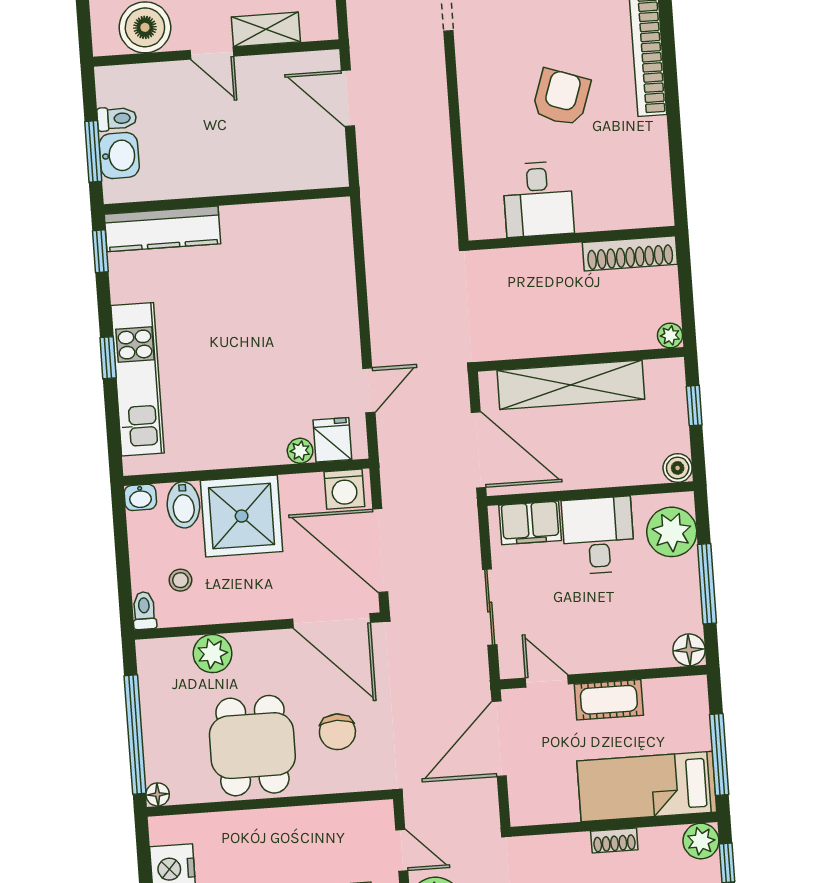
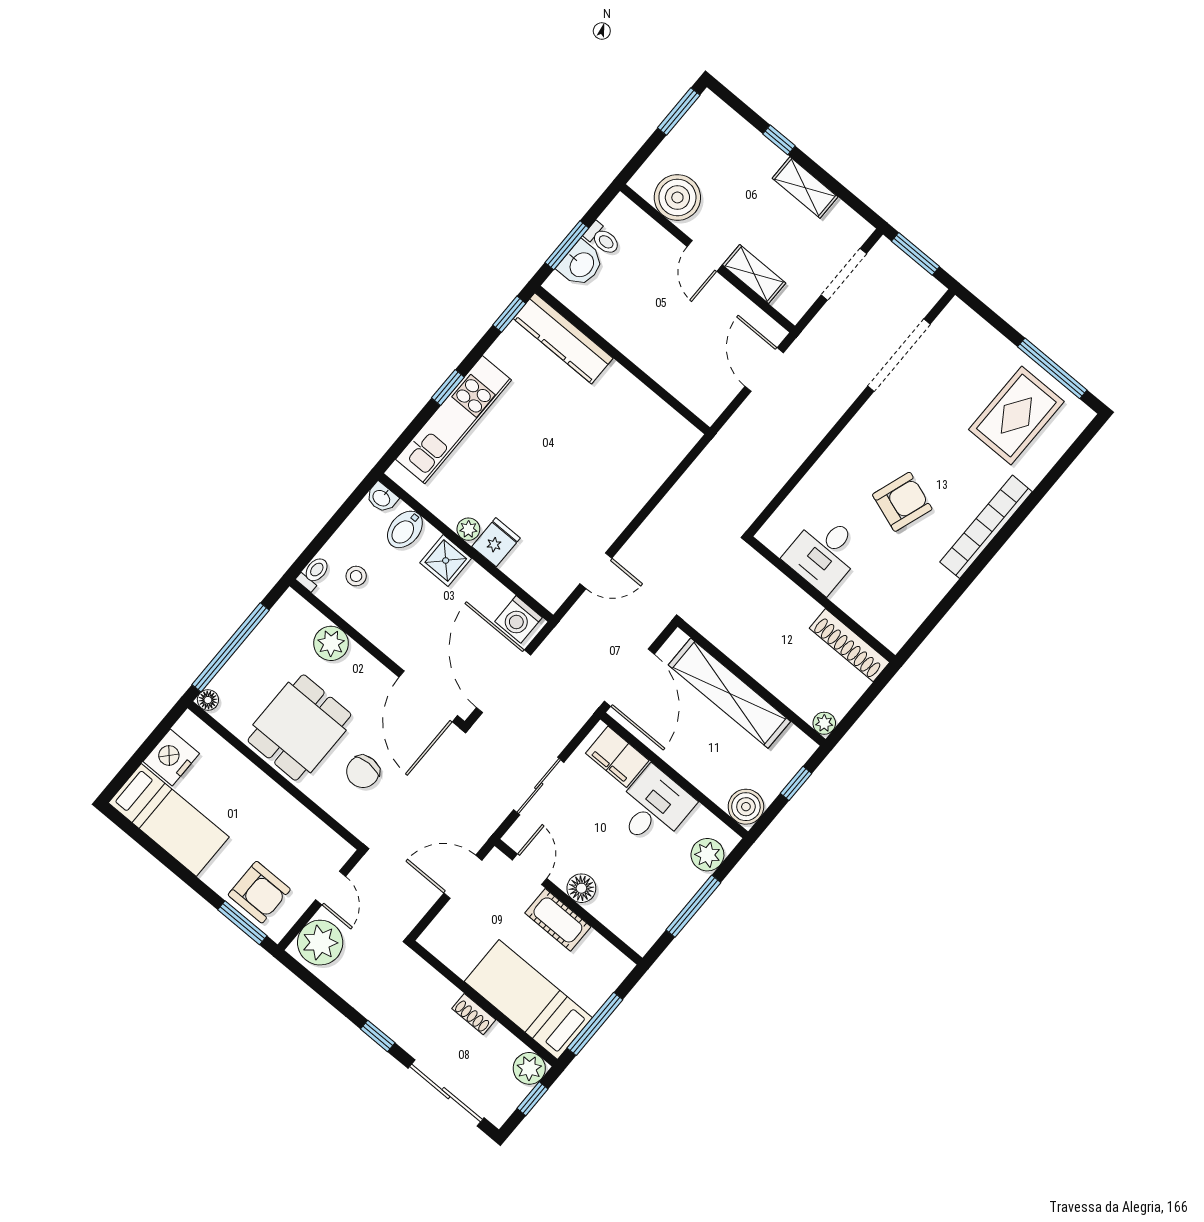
fridge: (332, 440) -> (496, 542), moved
plant: (300, 451) -> (468, 529), moved
boiler: (678, 468) -> (746, 807), width x1.36, depth x1.36
shower: (242, 516) -> (446, 560), width x0.54, depth x0.54
plant: (672, 532) -> (707, 855), width x0.73, depth x0.73
floor lamp: (689, 650) -> (581, 888), moved
door: (499, 739) -> (463, 877), width x0.73

